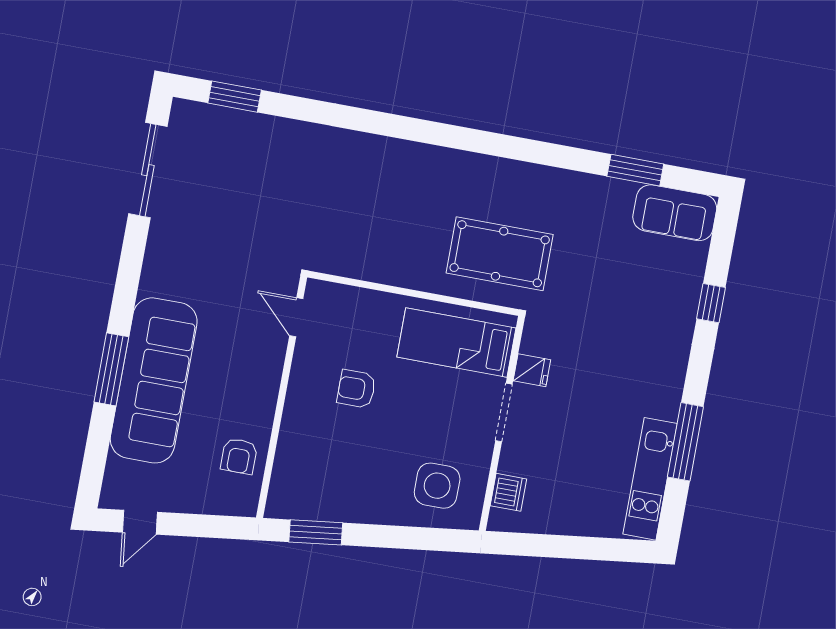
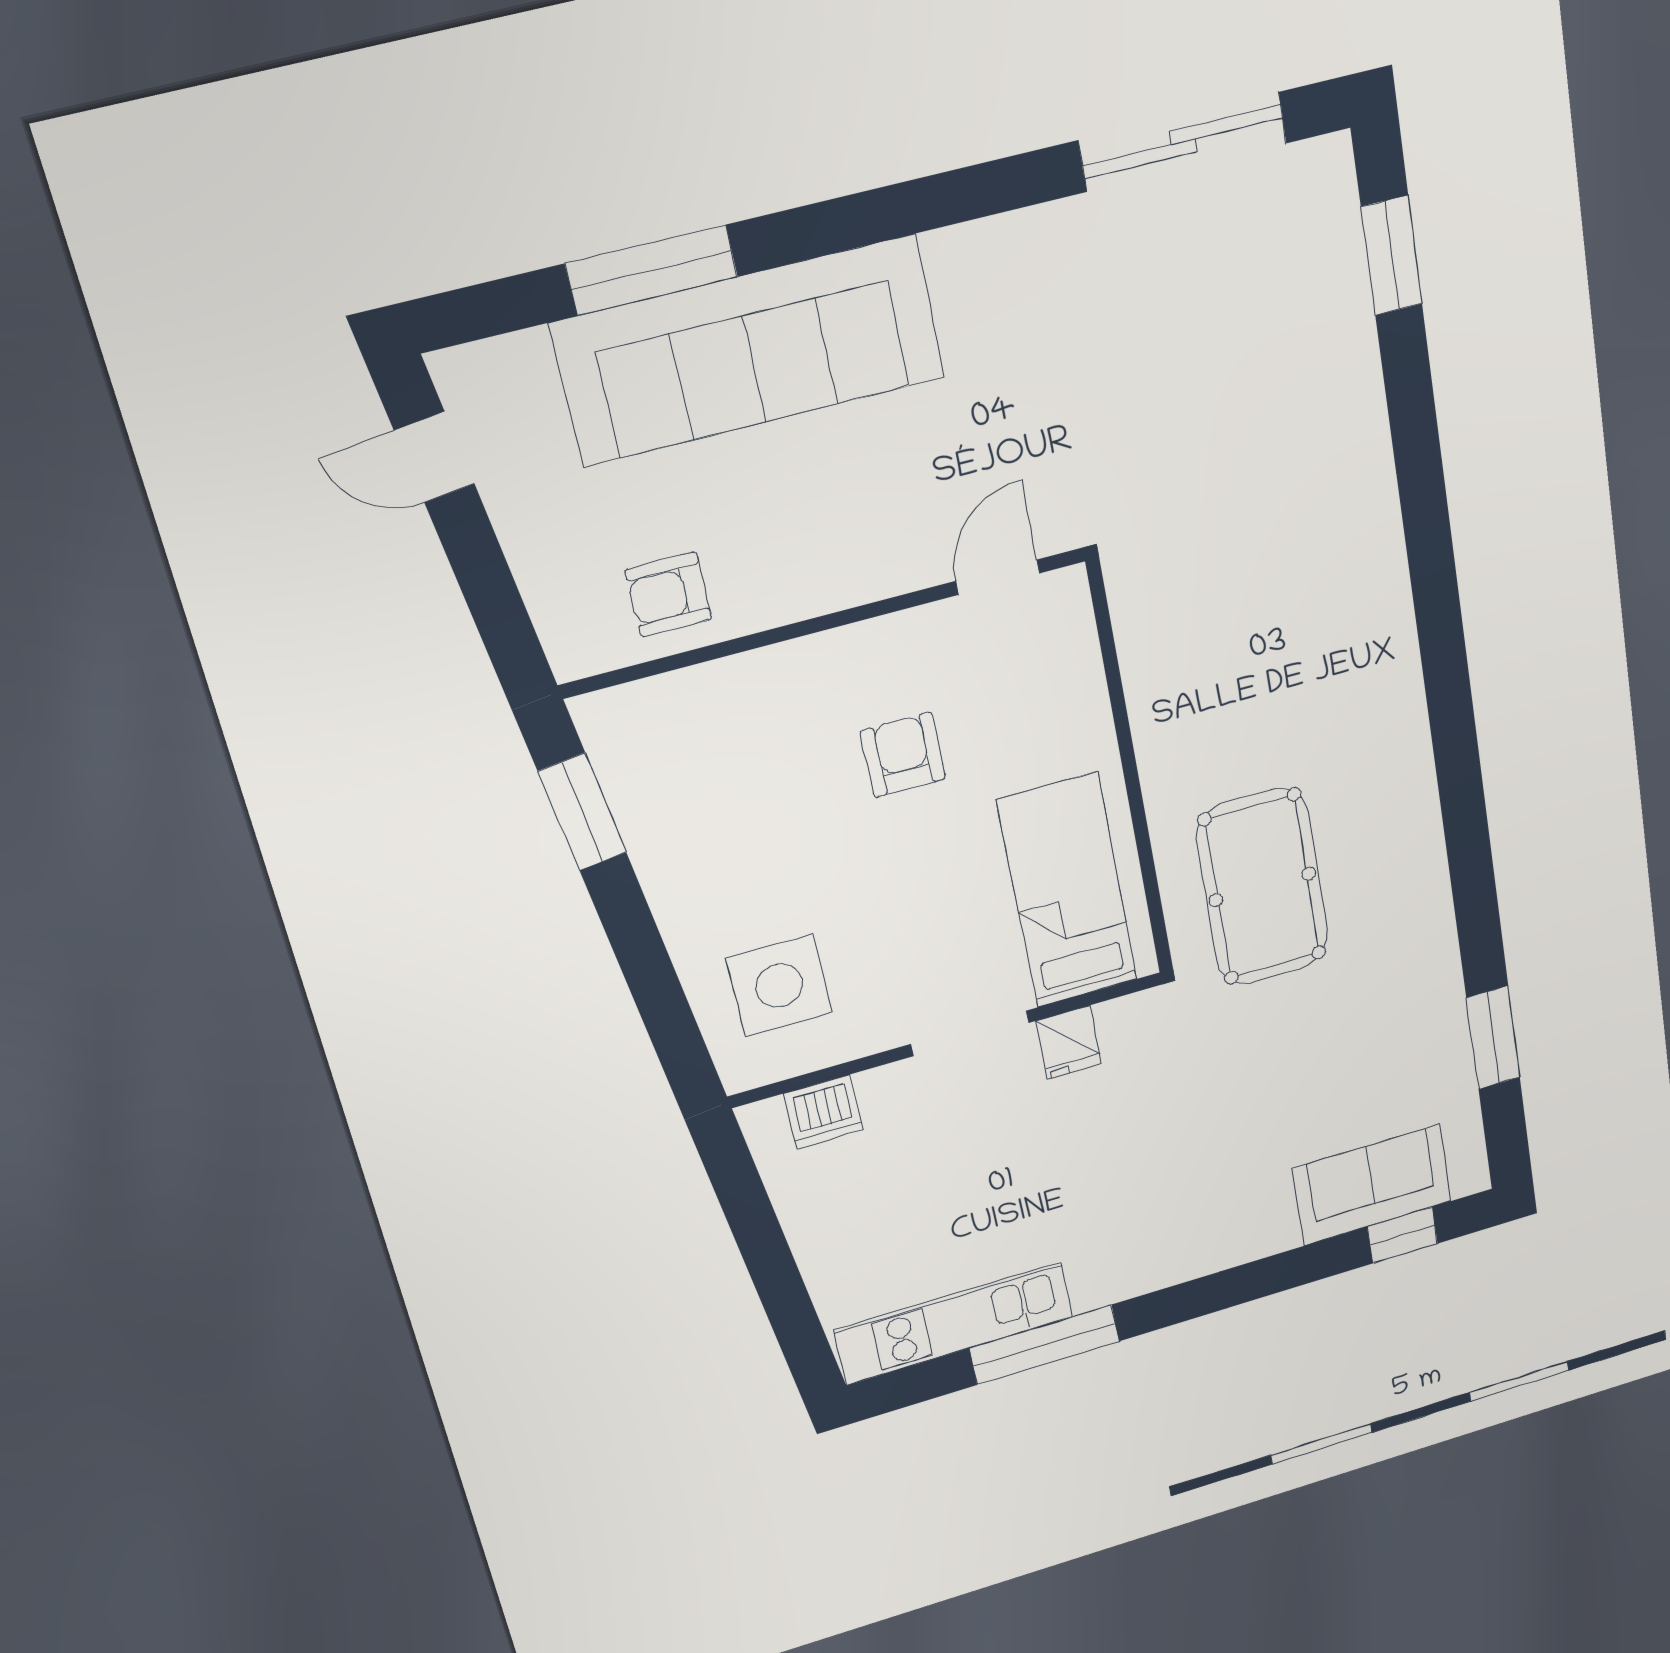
sofa: (675, 213) -> (1372, 1185), moved, turned 90
window: (711, 303) -> (1403, 1235), moved
window: (111, 369) -> (652, 270), moved

